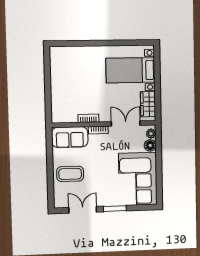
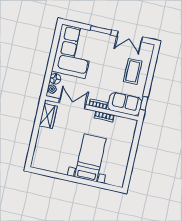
bed with nightstands: (130, 70) -> (90, 158), moved, turned -90
double door: (126, 124) -> (72, 104), swing flipped
window: (49, 143) -> (144, 103), added
coffee table: (70, 174) -> (133, 71), turned 90

